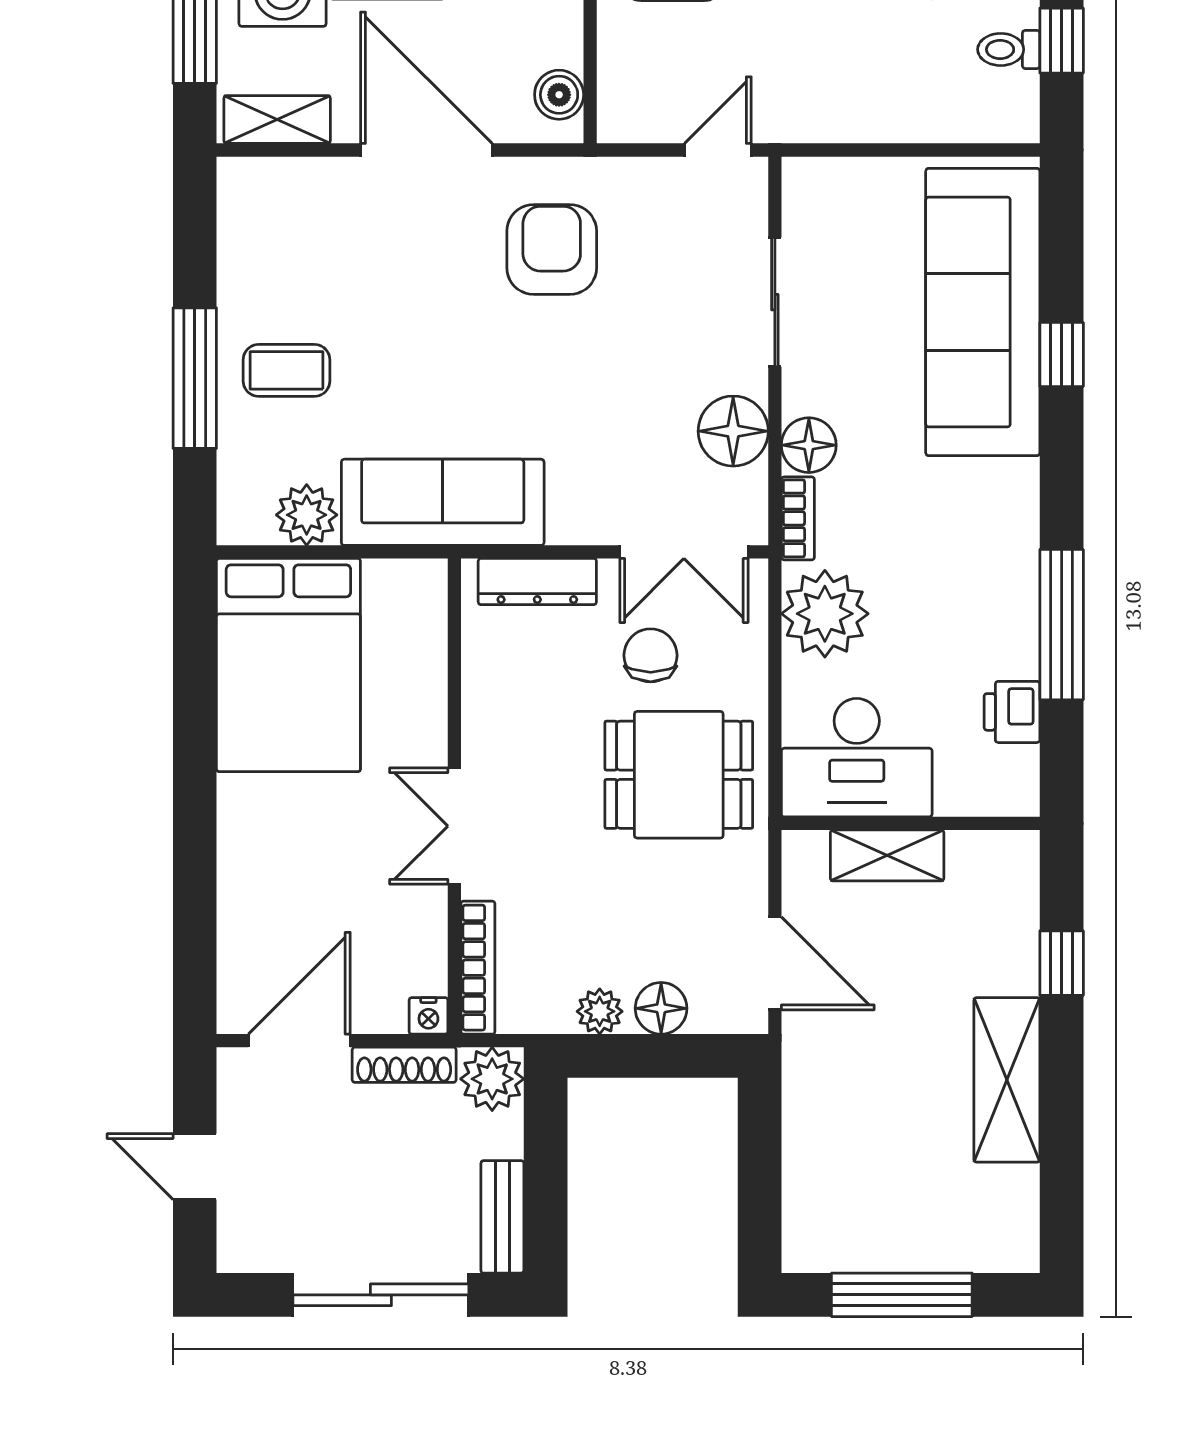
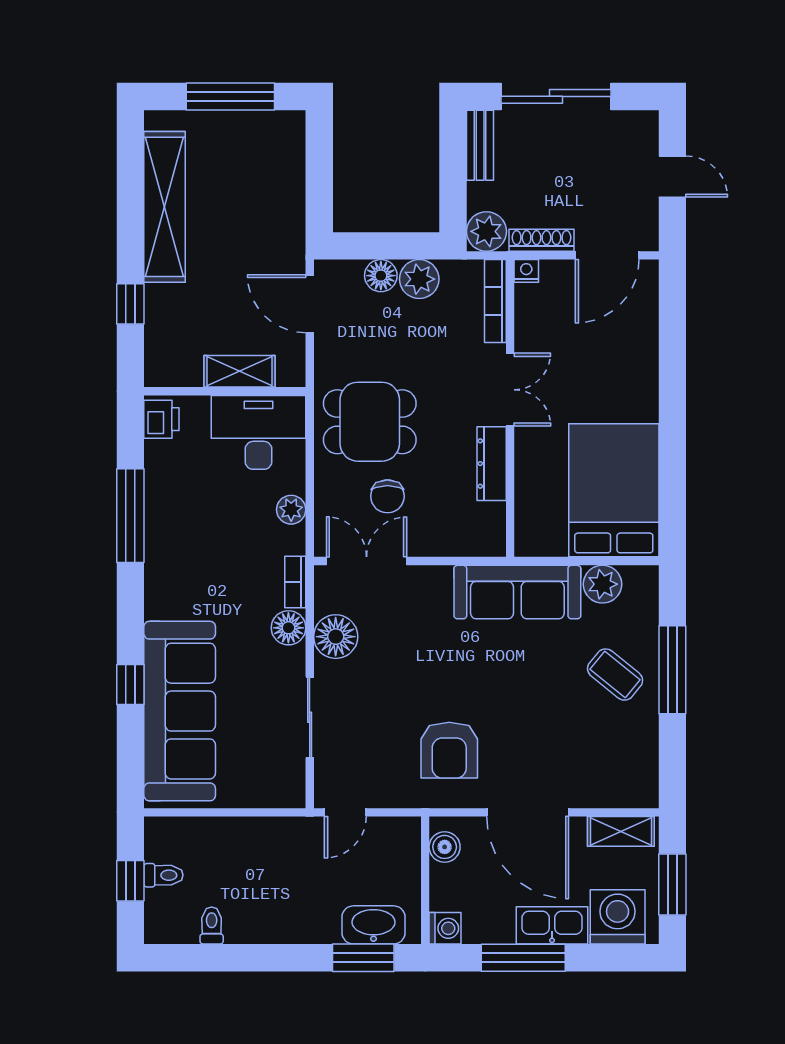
coffee table: (287, 370) -> (615, 675), turned 39
dresser: (537, 582) -> (492, 464), moved, turned -90
plant: (825, 614) -> (291, 510), width x0.53, depth x0.53
printer: (1012, 712) -> (161, 419), moved
plant: (600, 1011) -> (419, 279), width x1.38, depth x1.38
shelving: (1007, 1080) -> (165, 207), width x1.47

